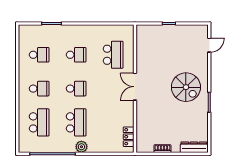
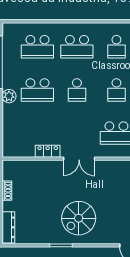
double door: (135, 87) -> (79, 159), swing flipped
school desk: (39, 89) -> (77, 47), width x1.85
locker: (129, 137) -> (48, 151), moved

